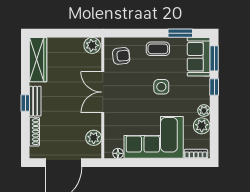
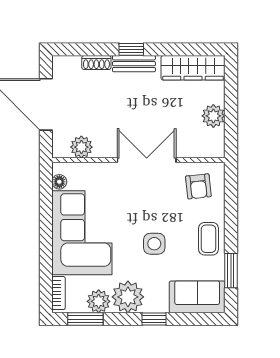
plant: (92, 45) -> (213, 116), moved
window: (214, 58) -> (85, 319), moved
plant: (204, 111) -> (128, 297), width x1.88, depth x1.88
shoe rack: (34, 132) -> (96, 63), width x0.70

